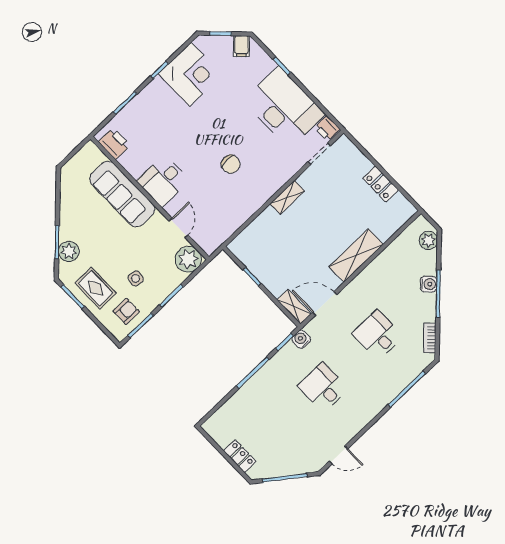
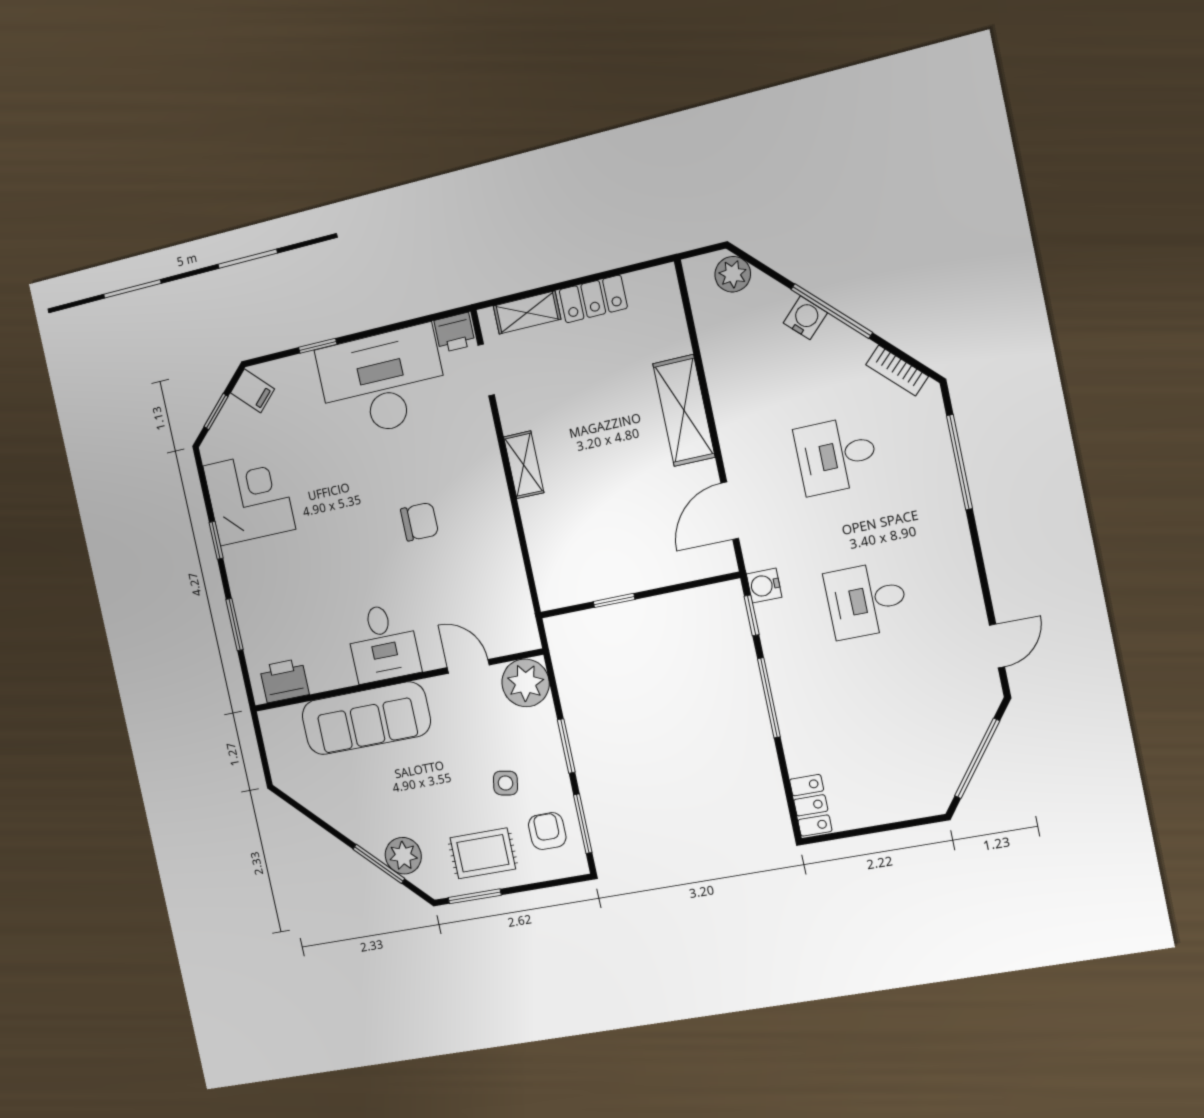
shelving: (294, 307) -> (527, 313), moved
locker: (240, 456) -> (811, 805), moved, turned 90

